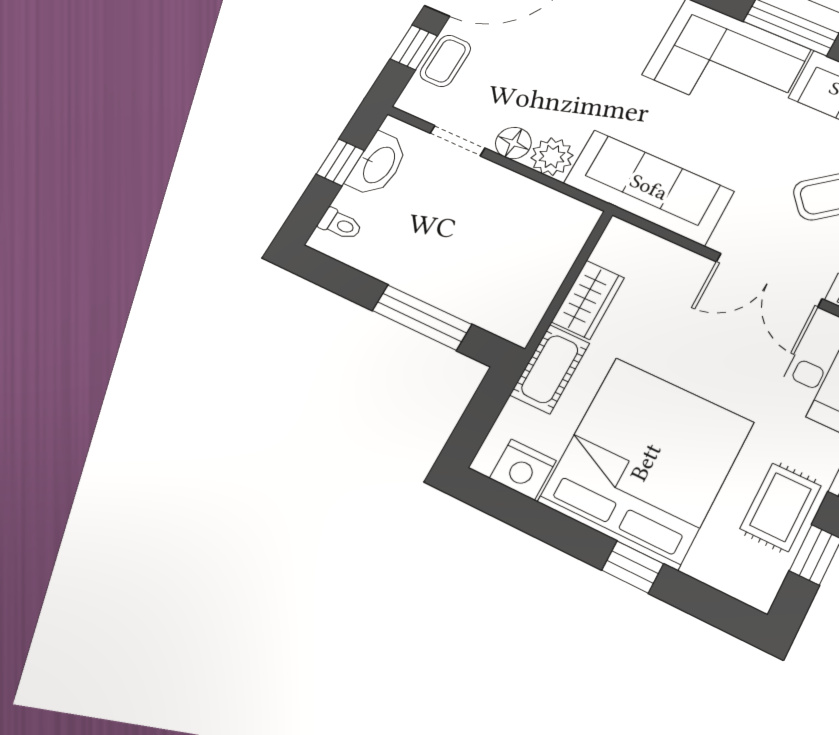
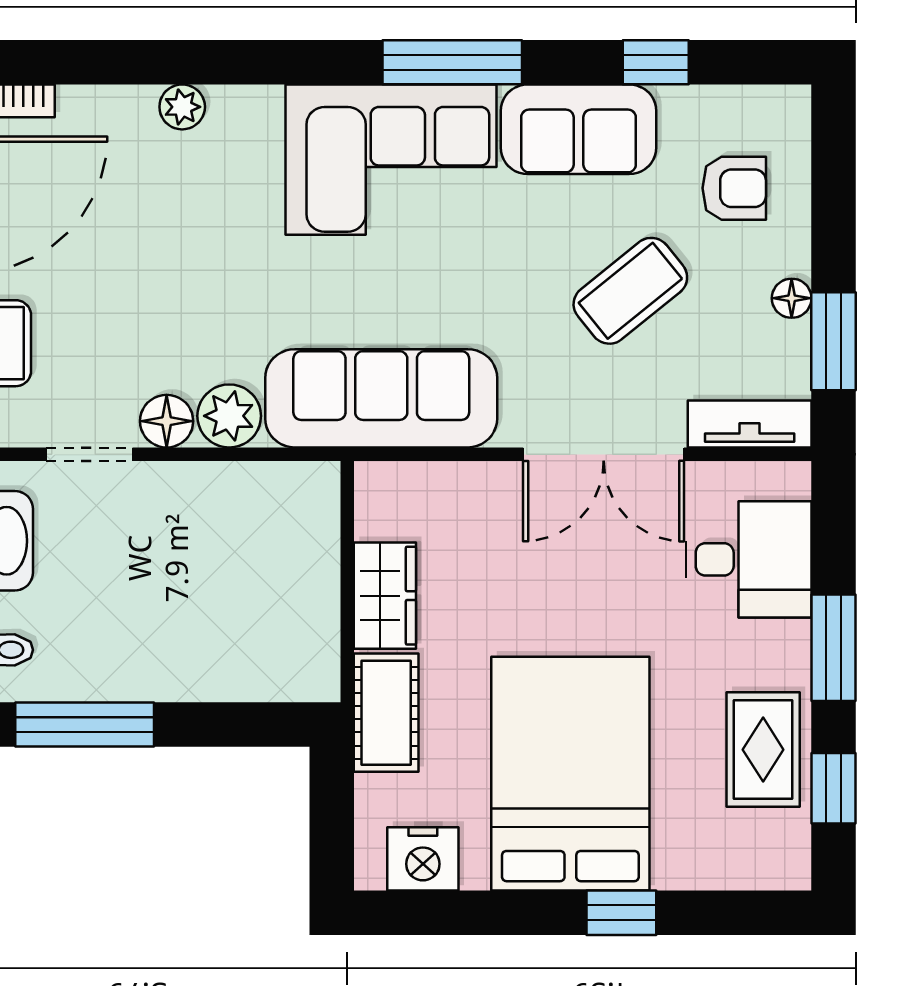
window: (422, 317) -> (85, 725), moved
bed: (646, 462) -> (570, 774), width x0.73

